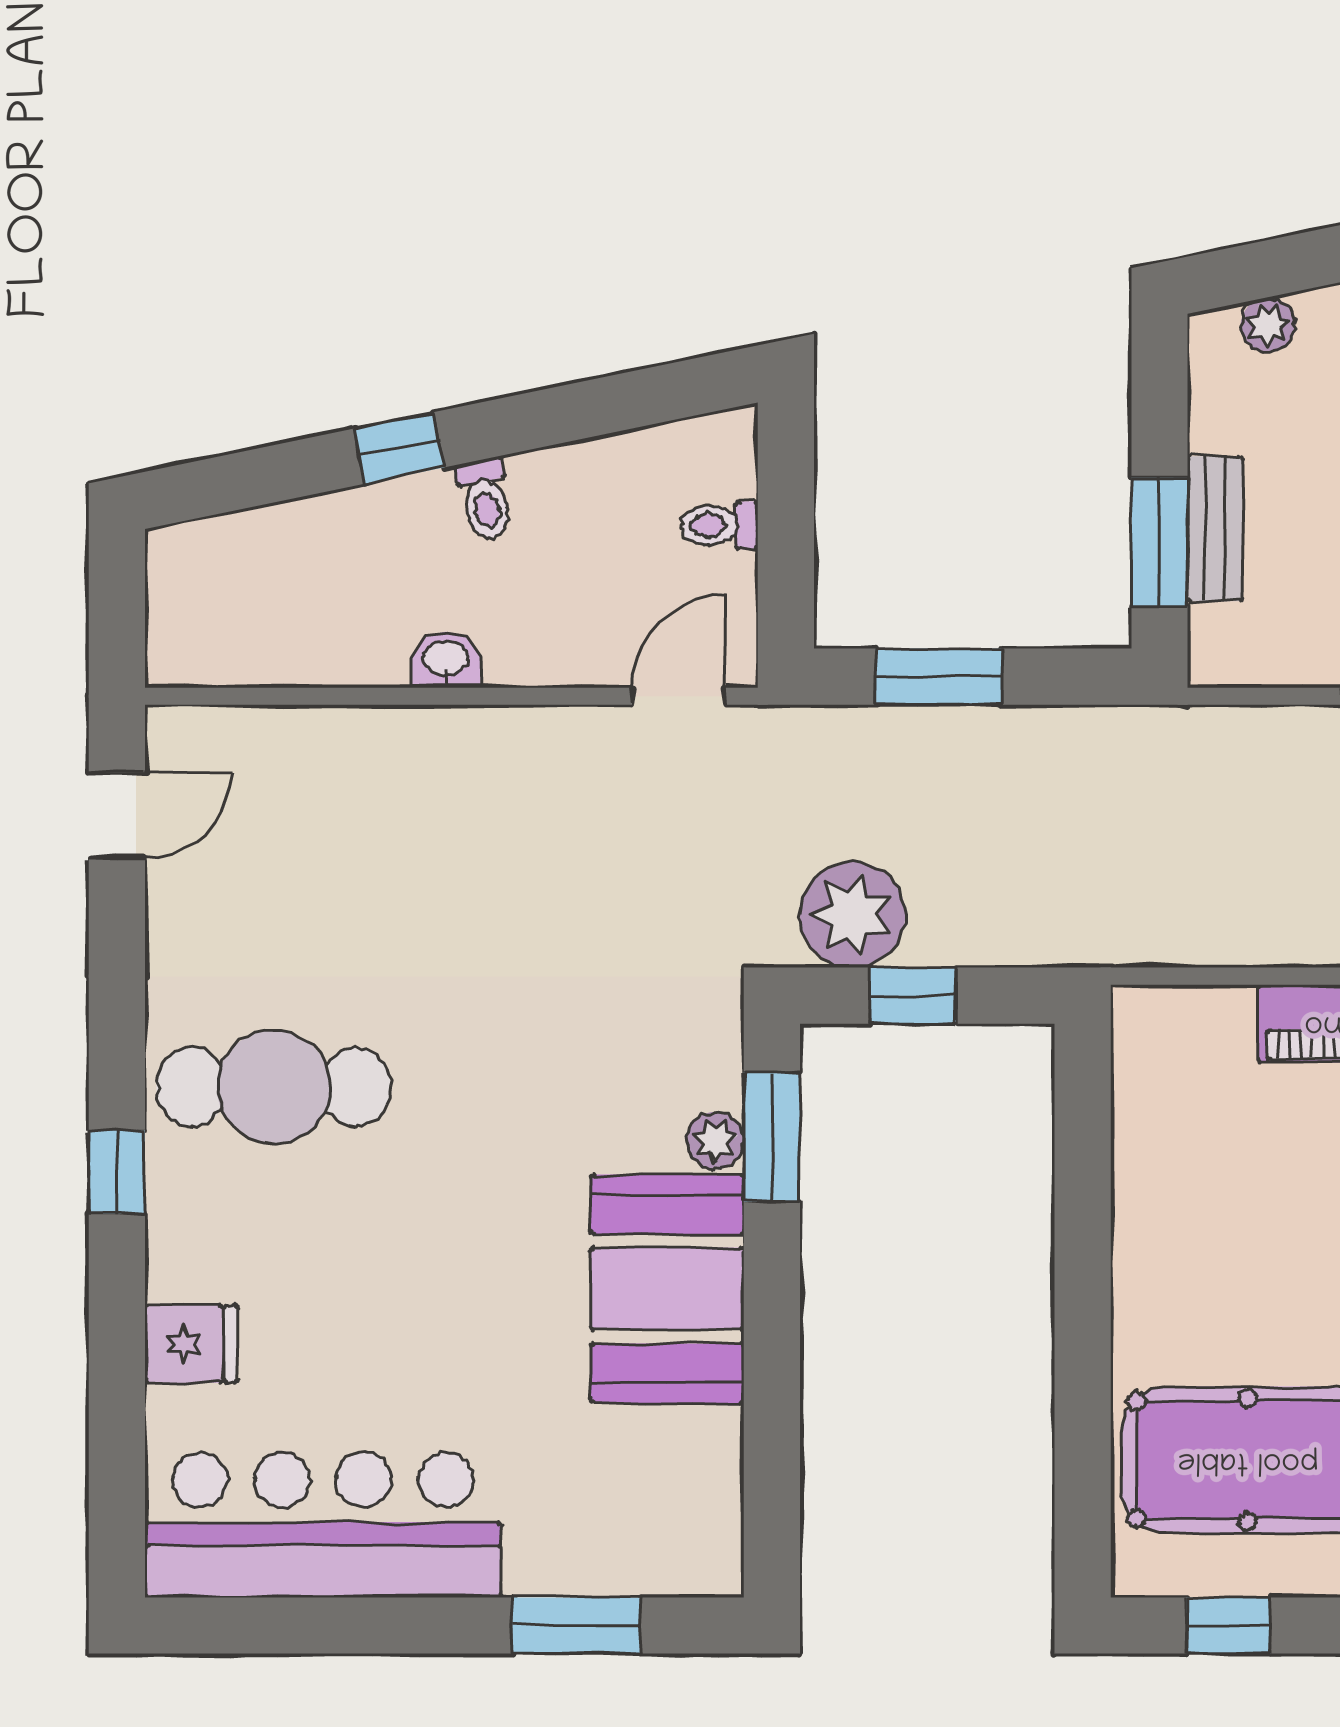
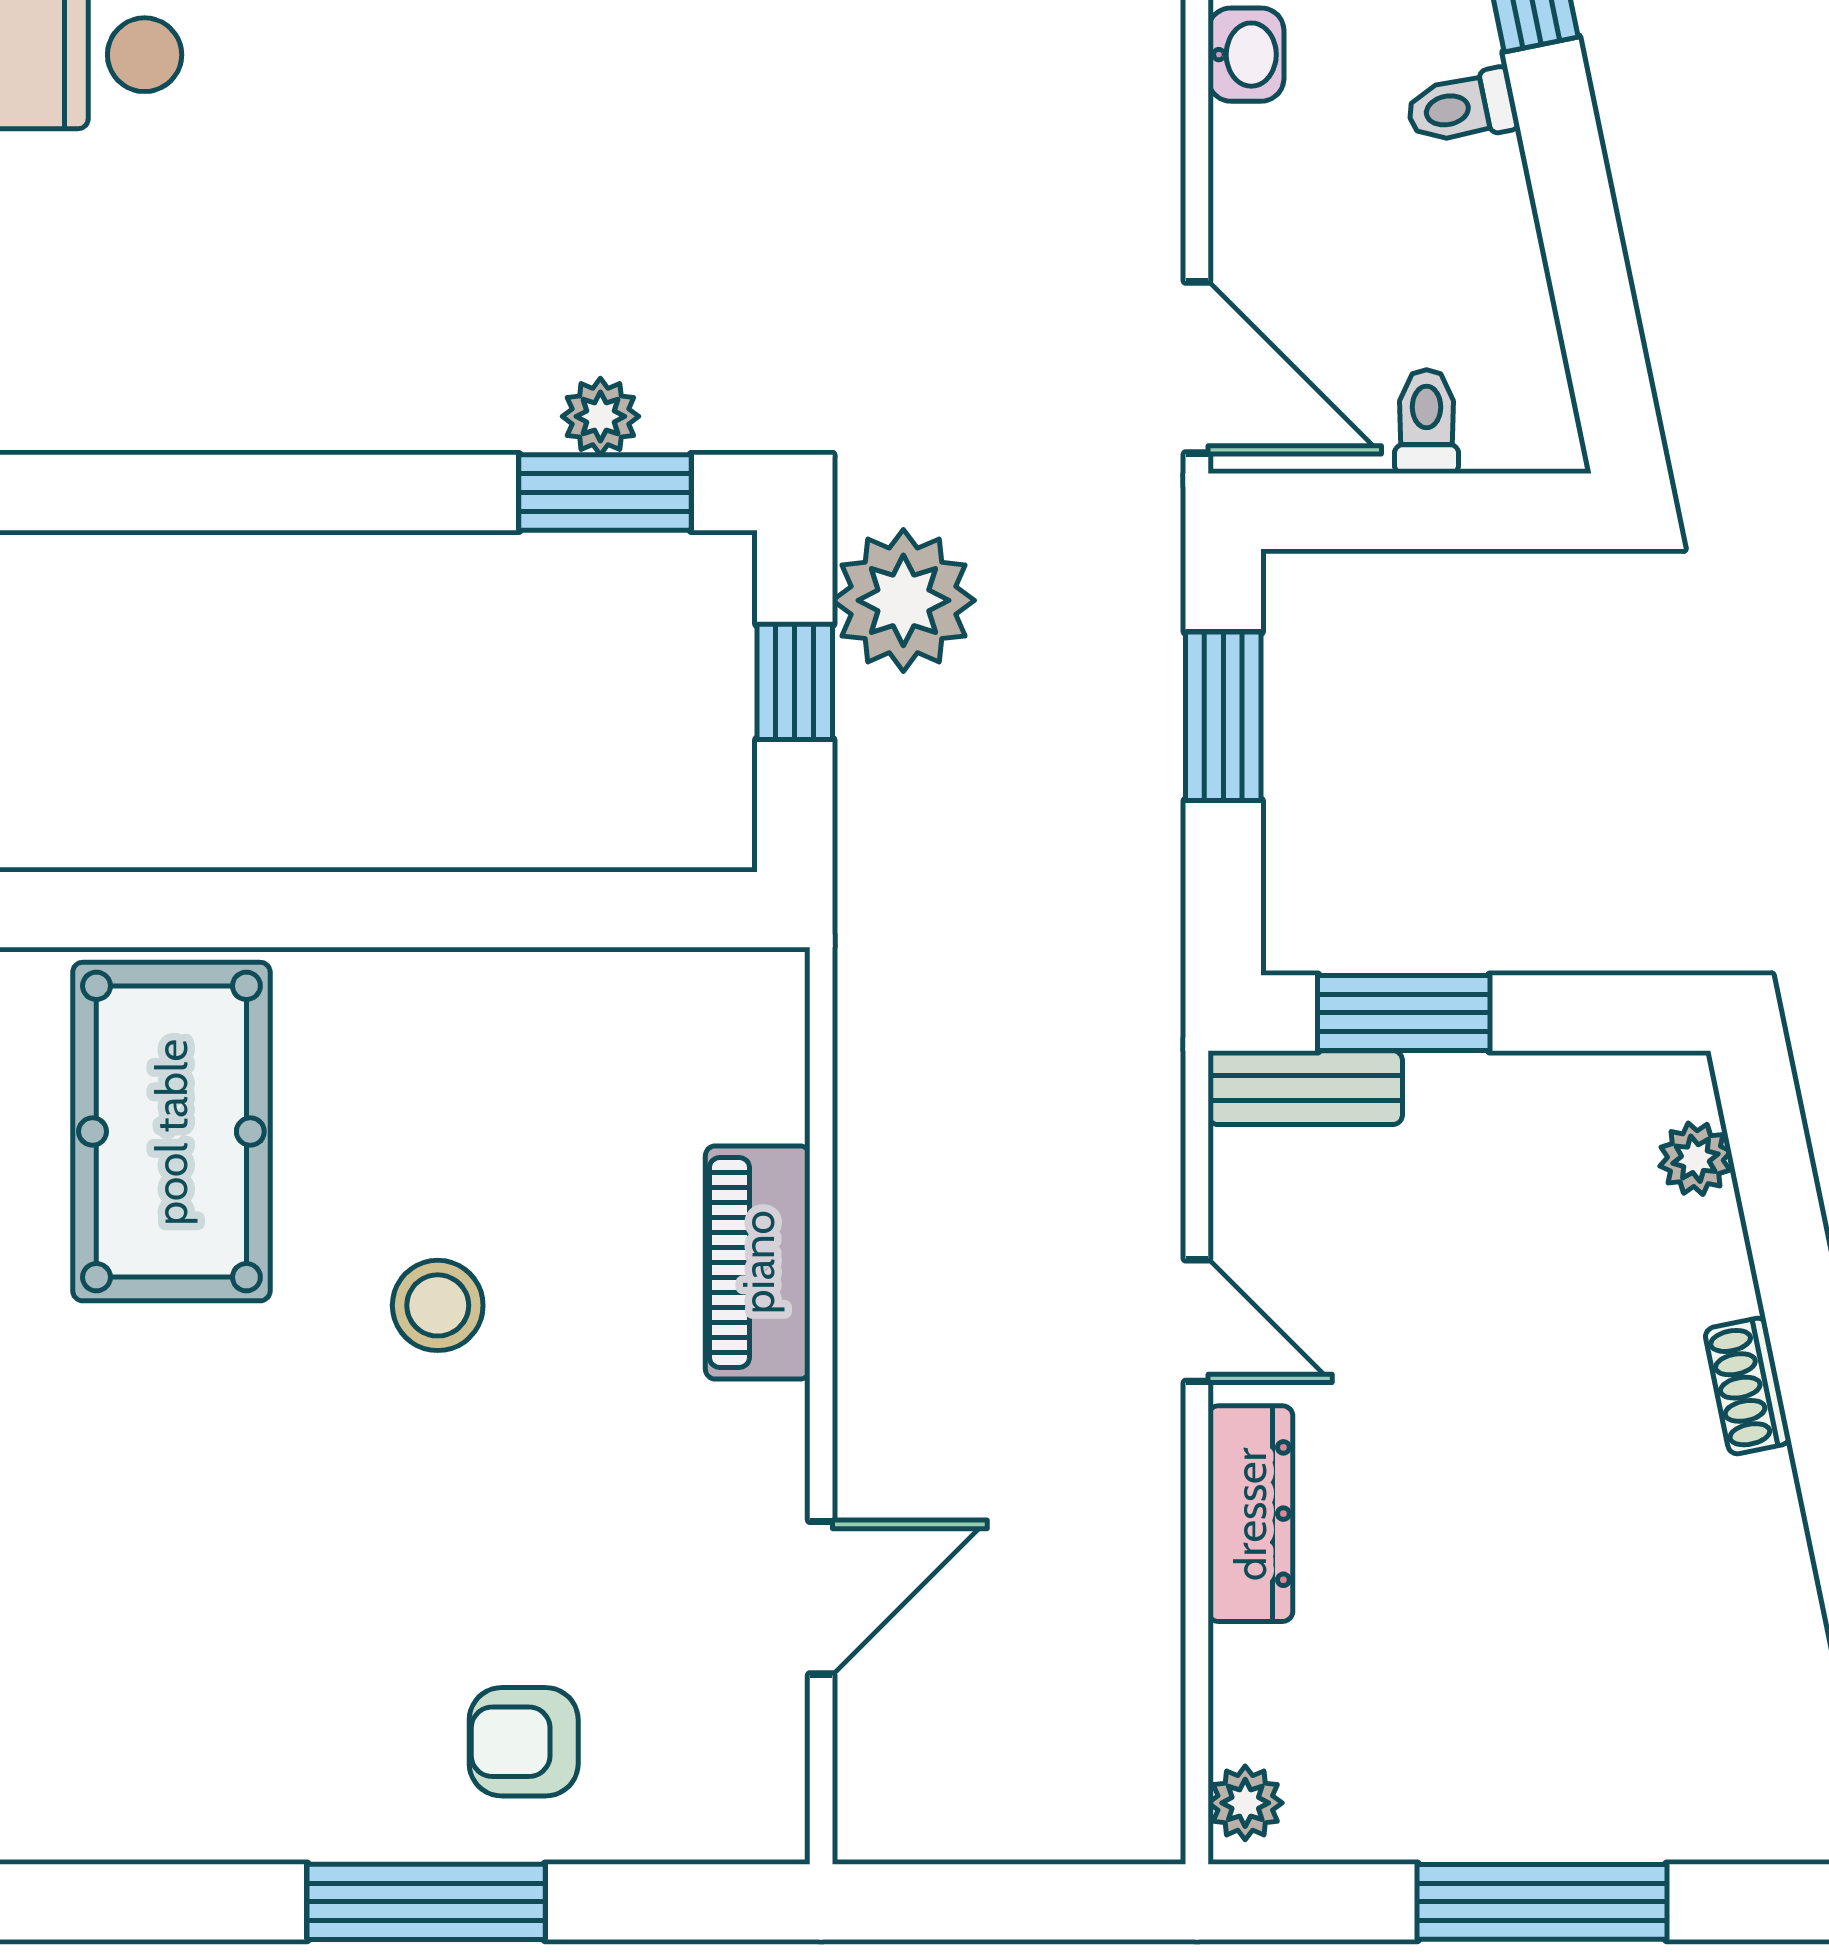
bench: (1215, 529) -> (1305, 1088), moved
door: (679, 696) -> (1197, 368), width x1.38
booth: (667, 1289) -> (401, 352), removed

